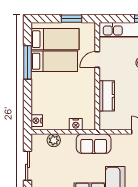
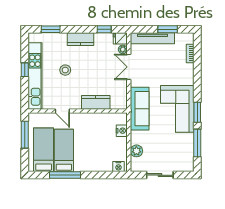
window: (72, 19) -> (25, 135), width x1.44
sofa: (94, 144) -> (140, 109), width x1.36

